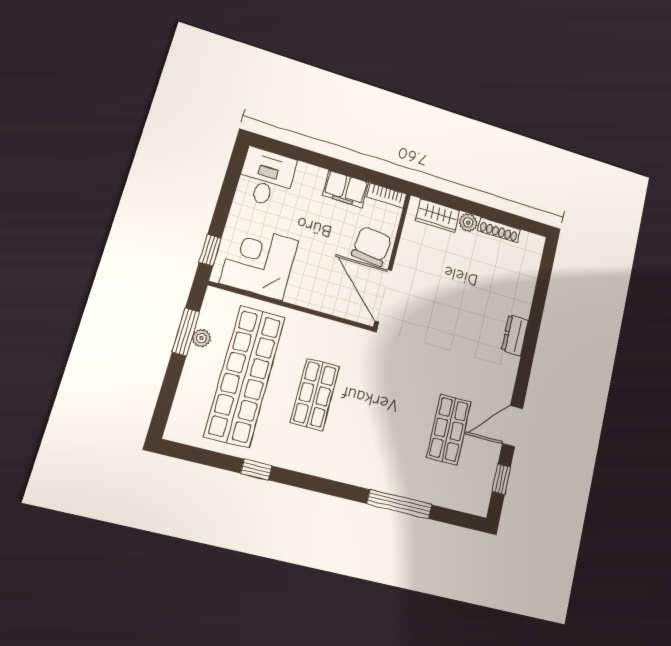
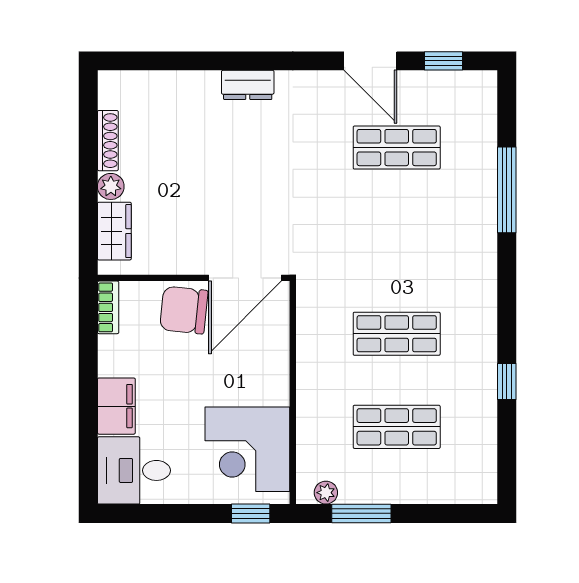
filing cabinet: (346, 189) -> (116, 406), moved
plant: (201, 338) -> (326, 493), moved
shop shelf: (245, 376) -> (397, 427), width x0.50, depth x0.74

